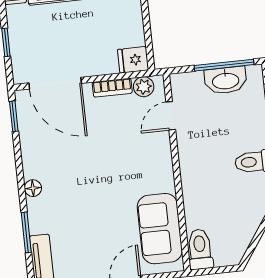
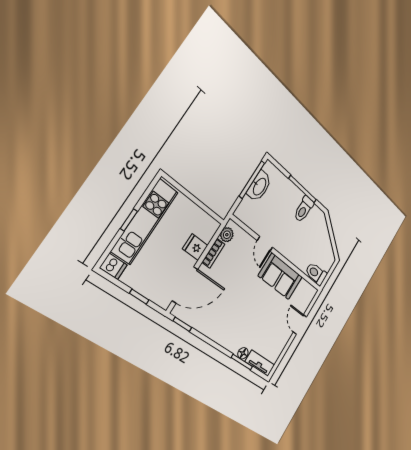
fridge: (133, 60) -> (195, 247), moved, turned 90
door: (171, 116) -> (265, 244), moved
floor lamp: (33, 188) -> (243, 353), moved
sofa: (160, 229) -> (280, 276), moved

